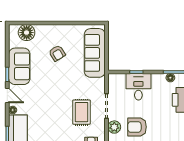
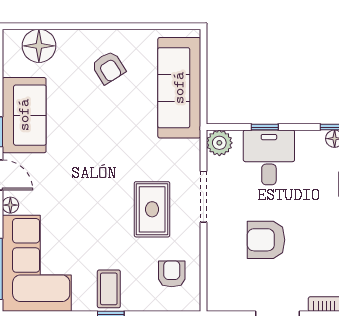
armchair: (57, 53) -> (109, 67), moved
plant: (114, 127) -> (219, 143), moved

